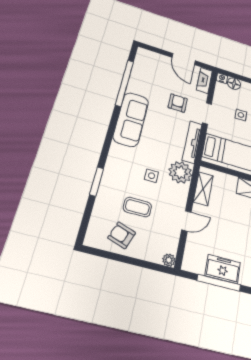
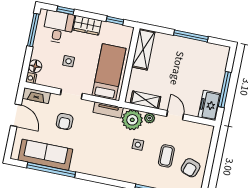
door: (184, 59) -> (16, 115), hinge flipped
armchair: (178, 103) -> (65, 121), turned -90
sofa: (131, 119) -> (45, 155), moved
tv unit: (192, 142) -> (108, 110), width x0.71
plant: (169, 260) -> (150, 118), moved
freezer: (223, 269) -> (210, 105), moved

